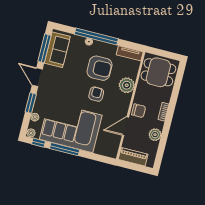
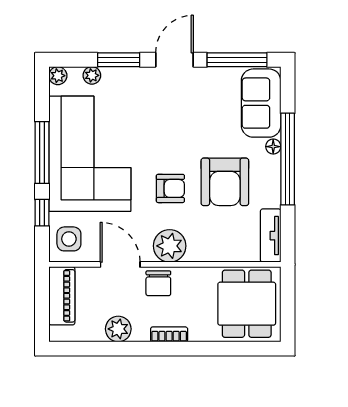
sofa: (57, 50) -> (261, 103), moved, turned 90
plant: (127, 85) -> (170, 246), moved
window: (39, 143) -> (42, 213), moved
side table: (108, 147) -> (69, 239), added

